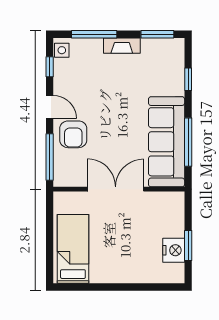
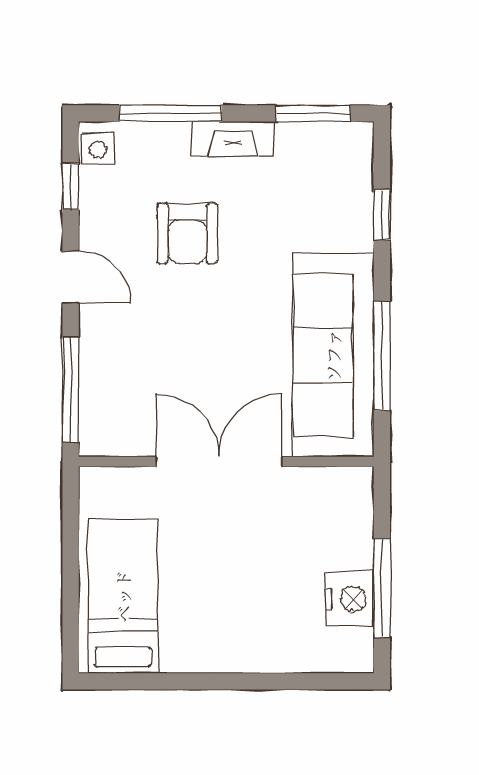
armchair: (73, 134) -> (187, 233), moved
window: (188, 246) -> (382, 588), width x1.44

